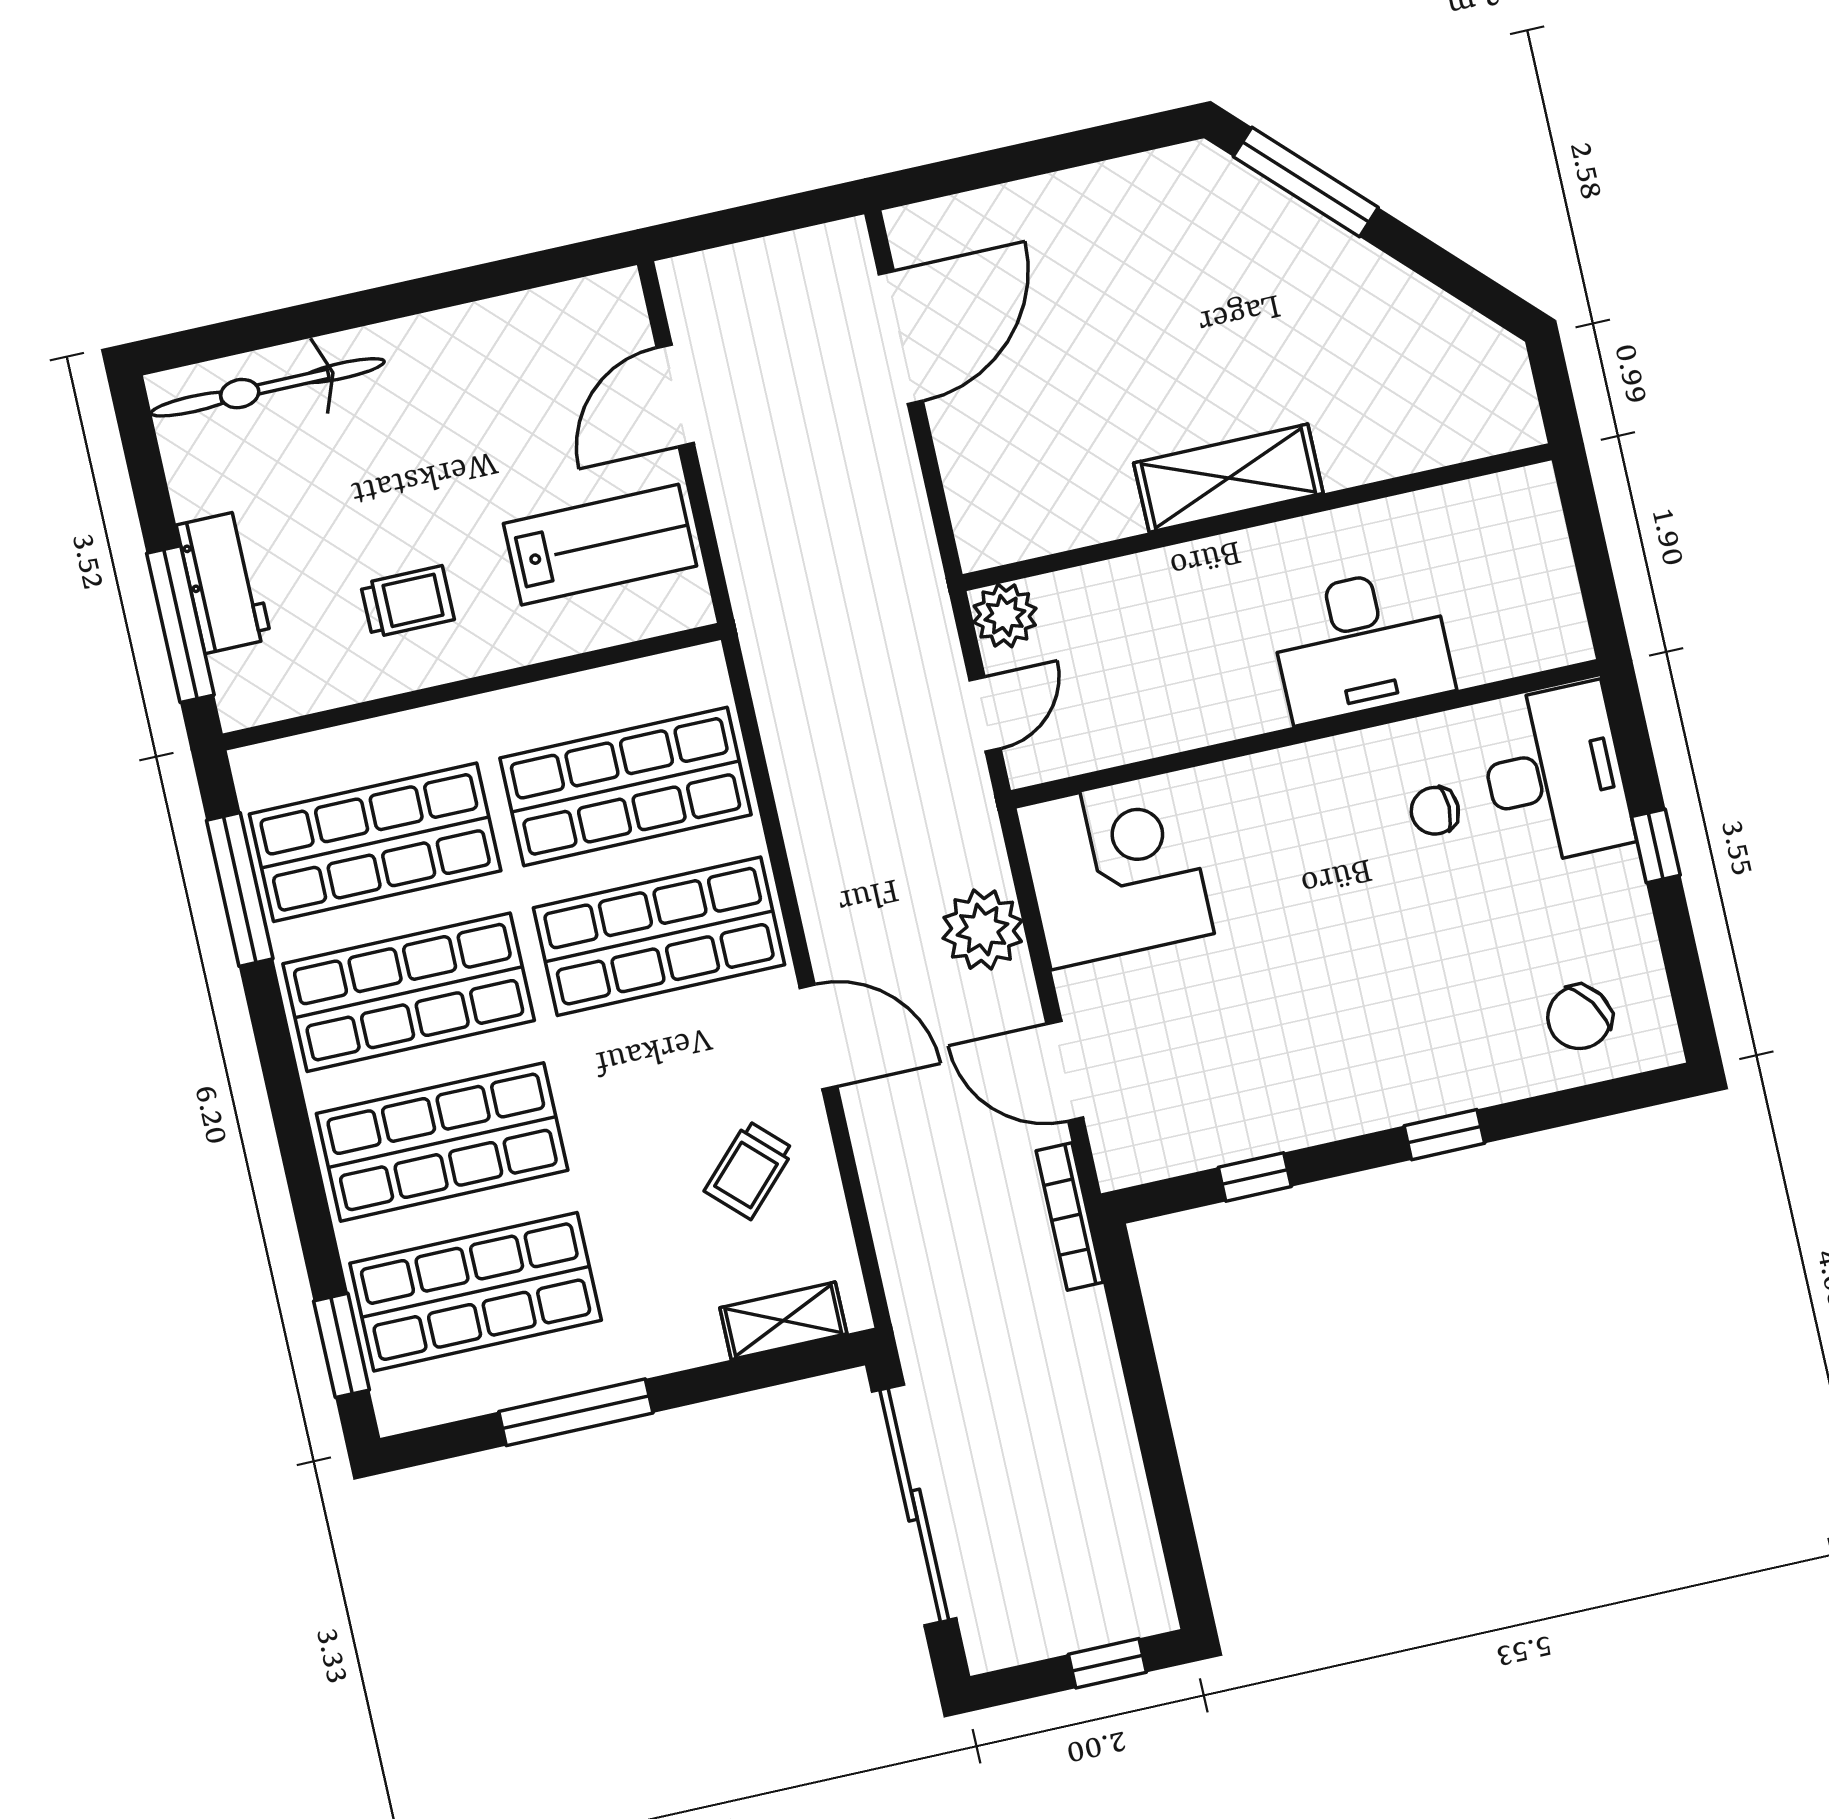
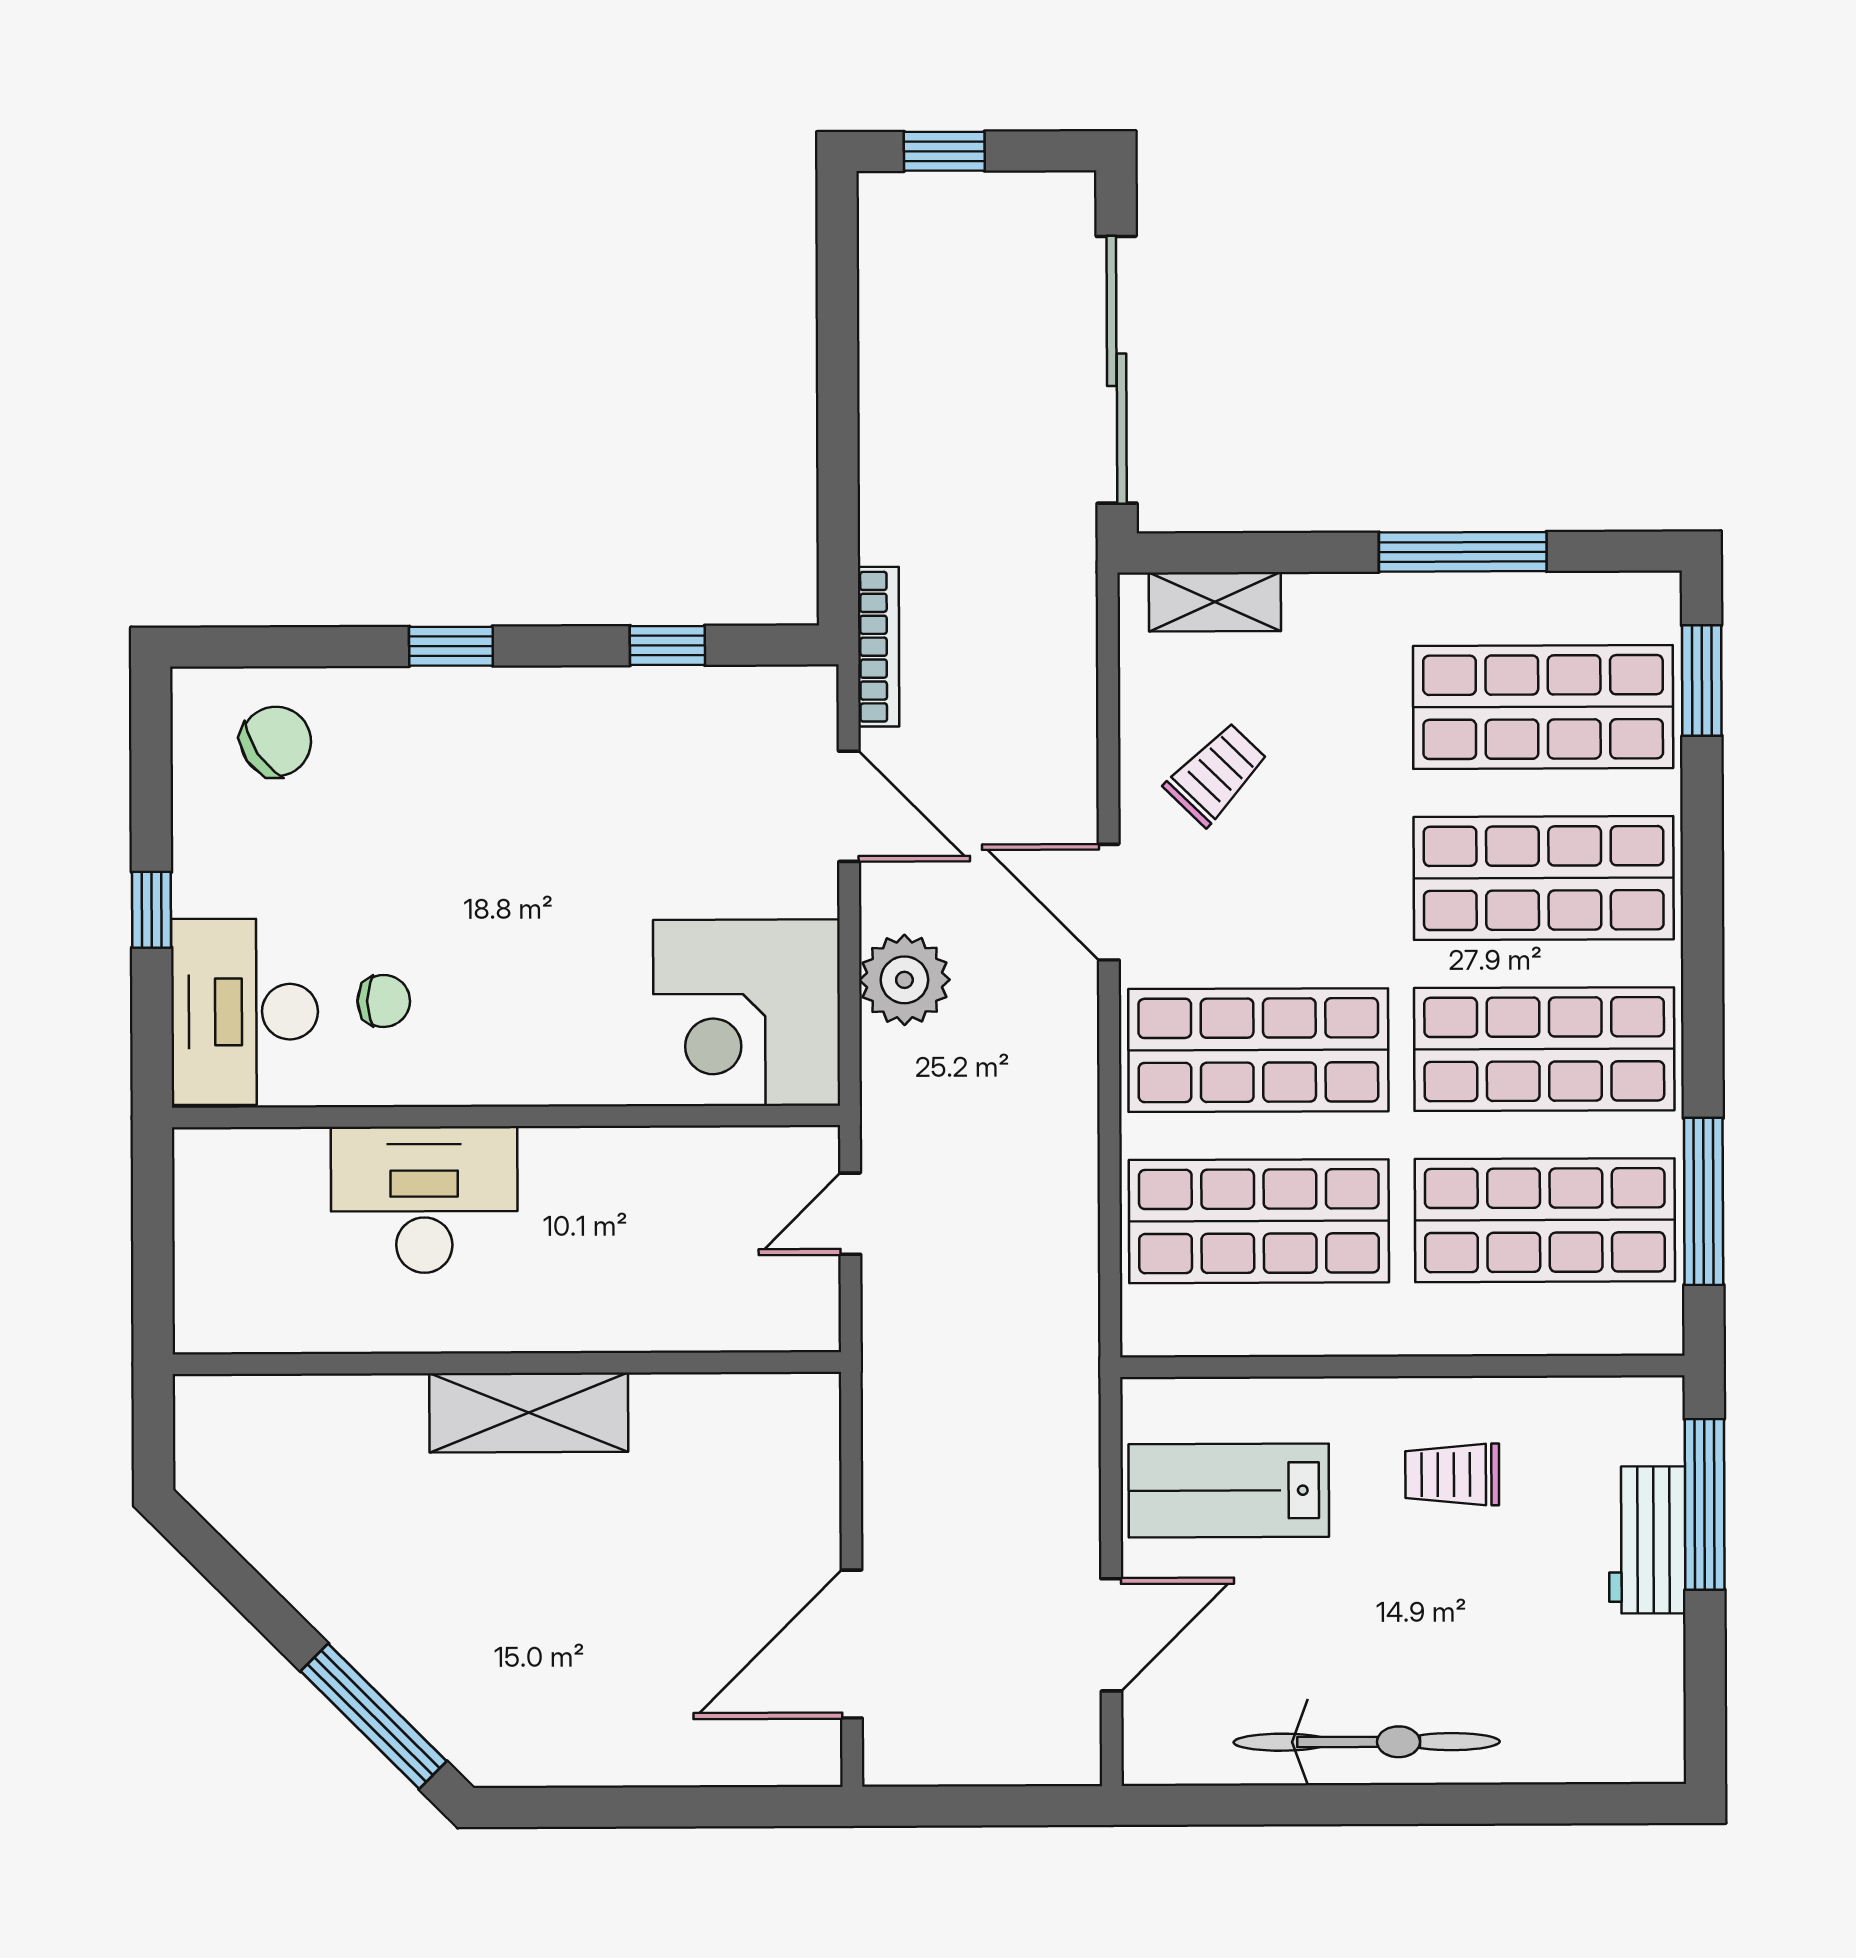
bicycle: (268, 387) -> (1367, 1742), moved
plant: (1005, 615) -> (805, 1316), removed

